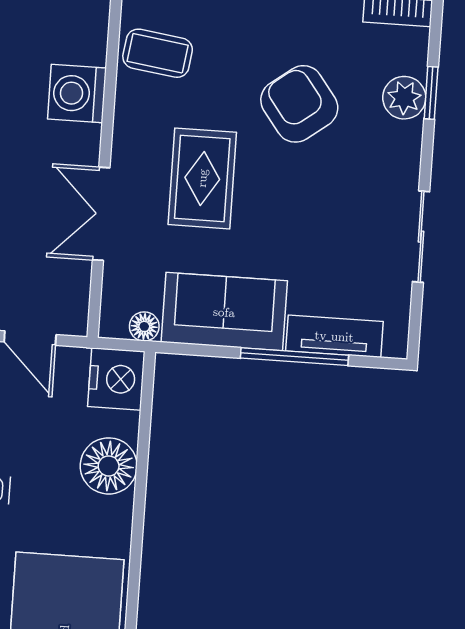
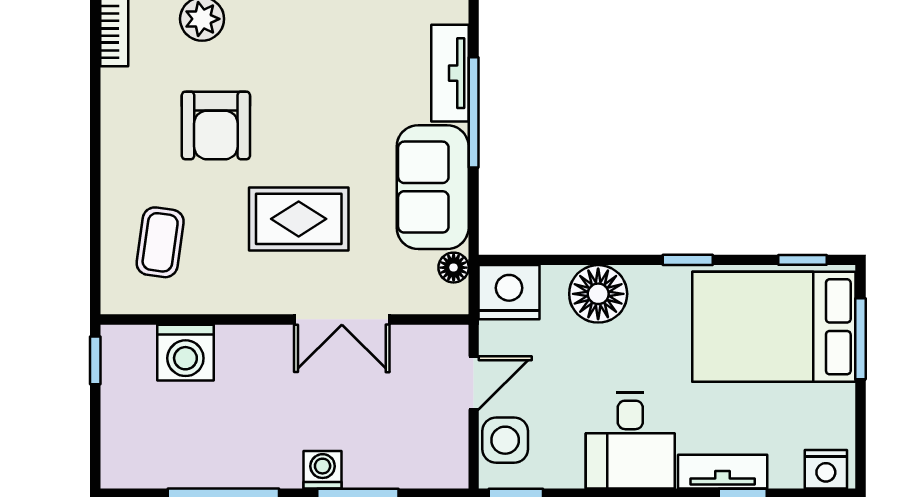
coffee table: (158, 53) -> (160, 242), moved
washing machine: (77, 93) -> (185, 353), moved
armchair: (299, 104) -> (216, 125), turned -53
window: (136, 556) -> (688, 260), added

